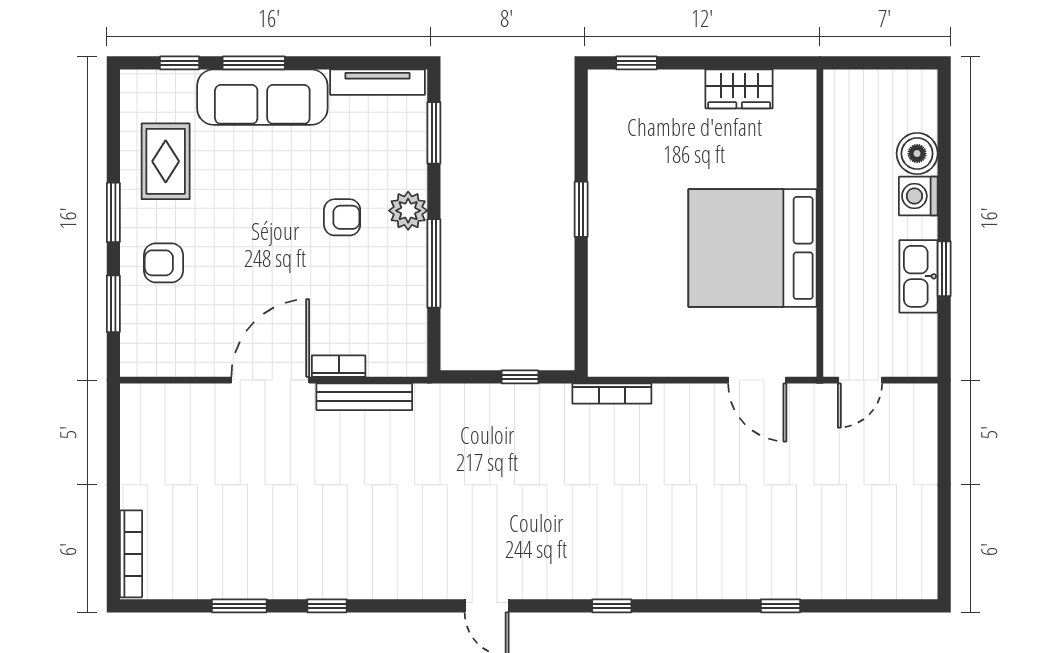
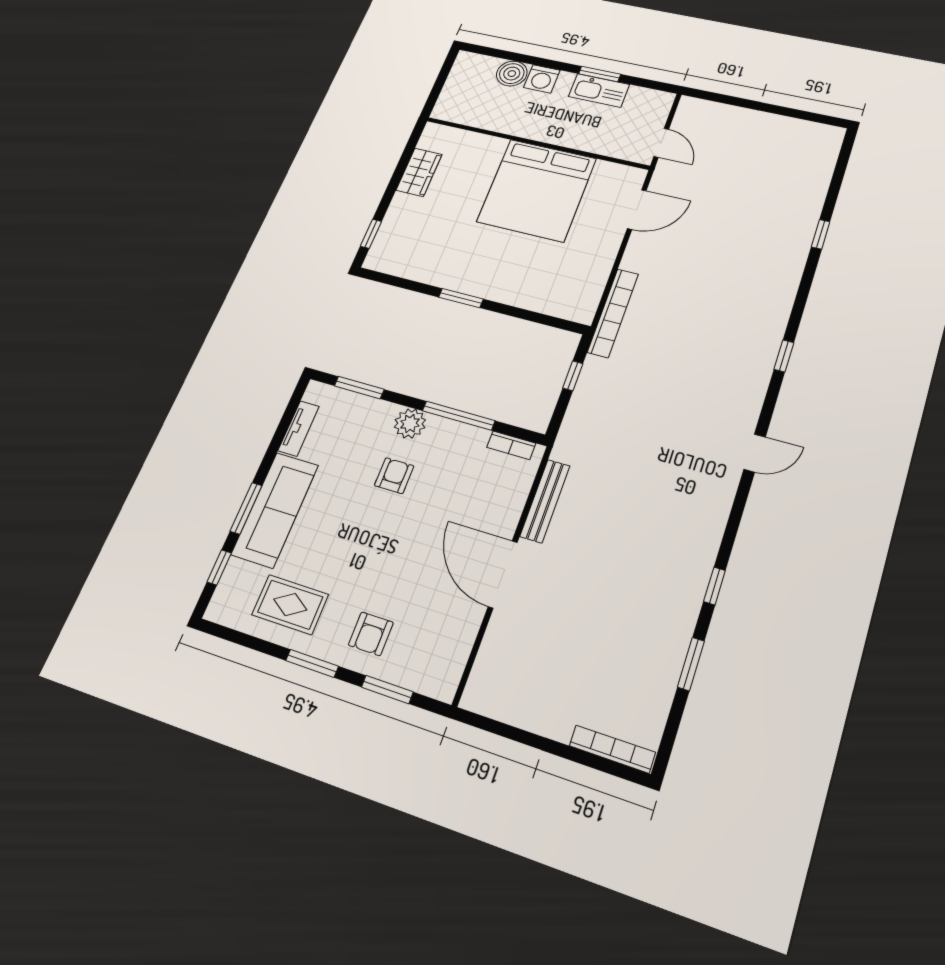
tv unit: (377, 82) -> (299, 428), width x0.71
bookcase: (339, 366) -> (511, 445), moved, turned -90
bookcase: (612, 394) -> (613, 313), width x1.48, depth x1.31

